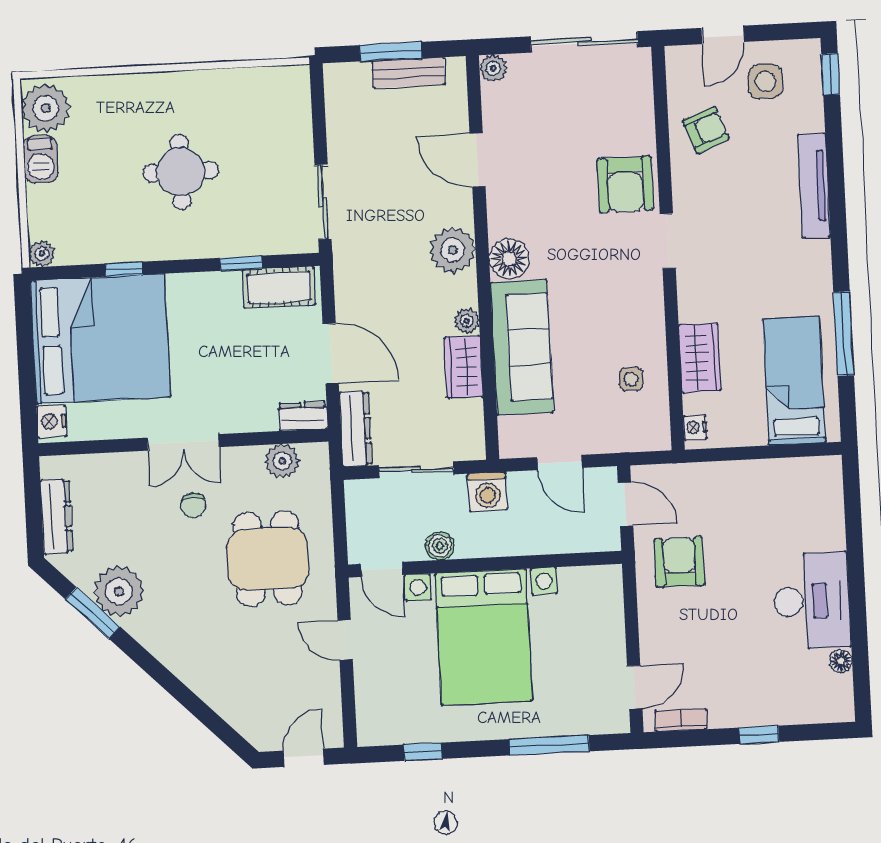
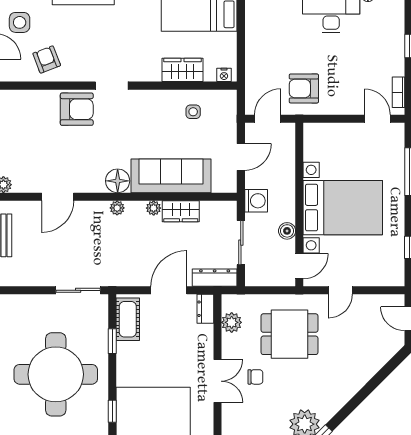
round table: (181, 172) -> (56, 374), width x1.86, depth x1.86
plant: (453, 250) -> (117, 208), width x0.53, depth x0.53

